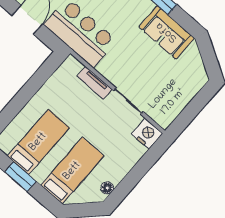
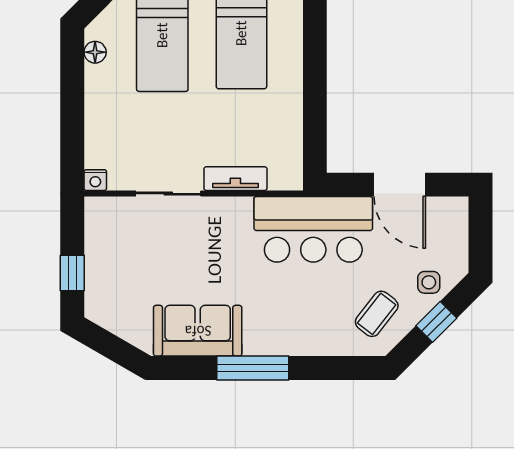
window: (198, 103) -> (72, 273), added
nightstand: (147, 134) -> (95, 180), width x0.53, depth x0.56

